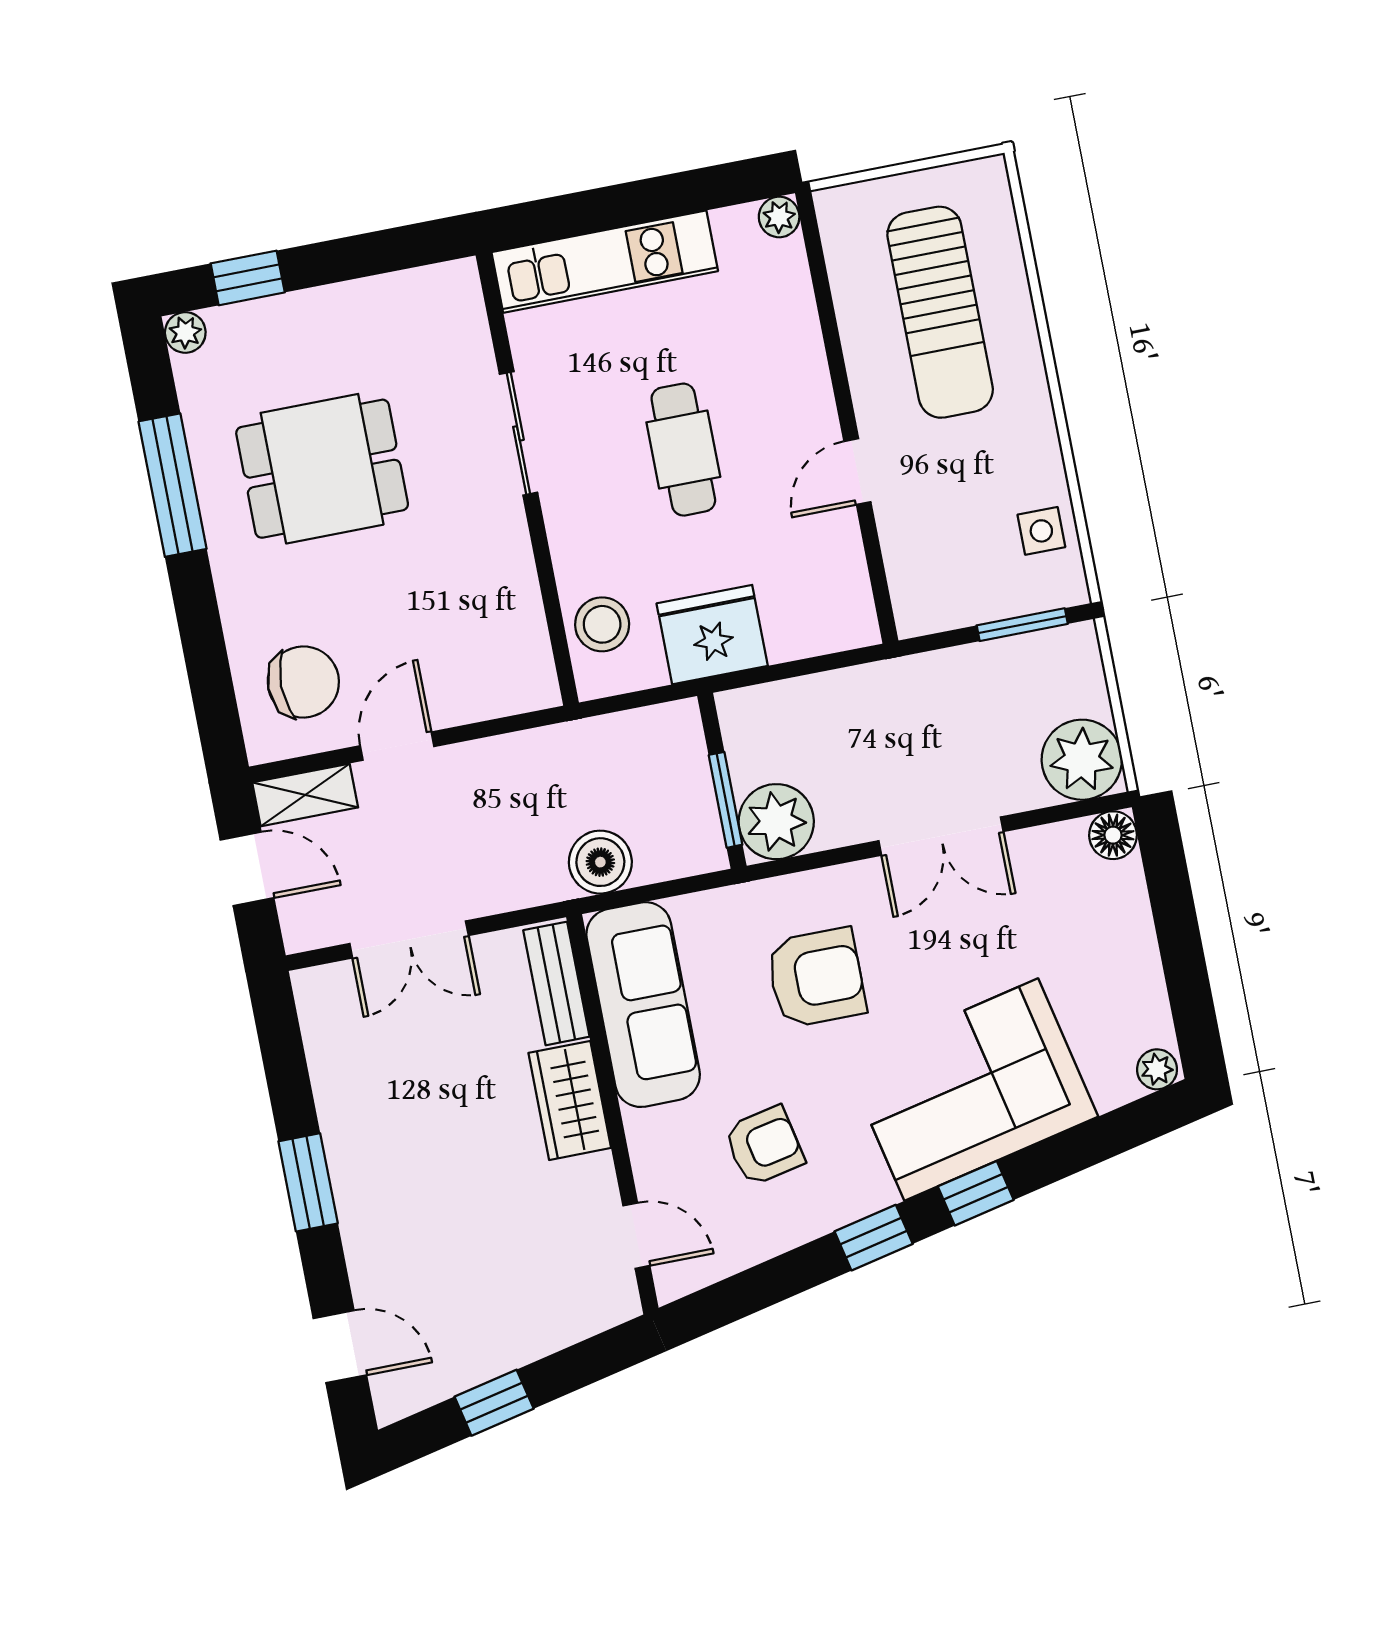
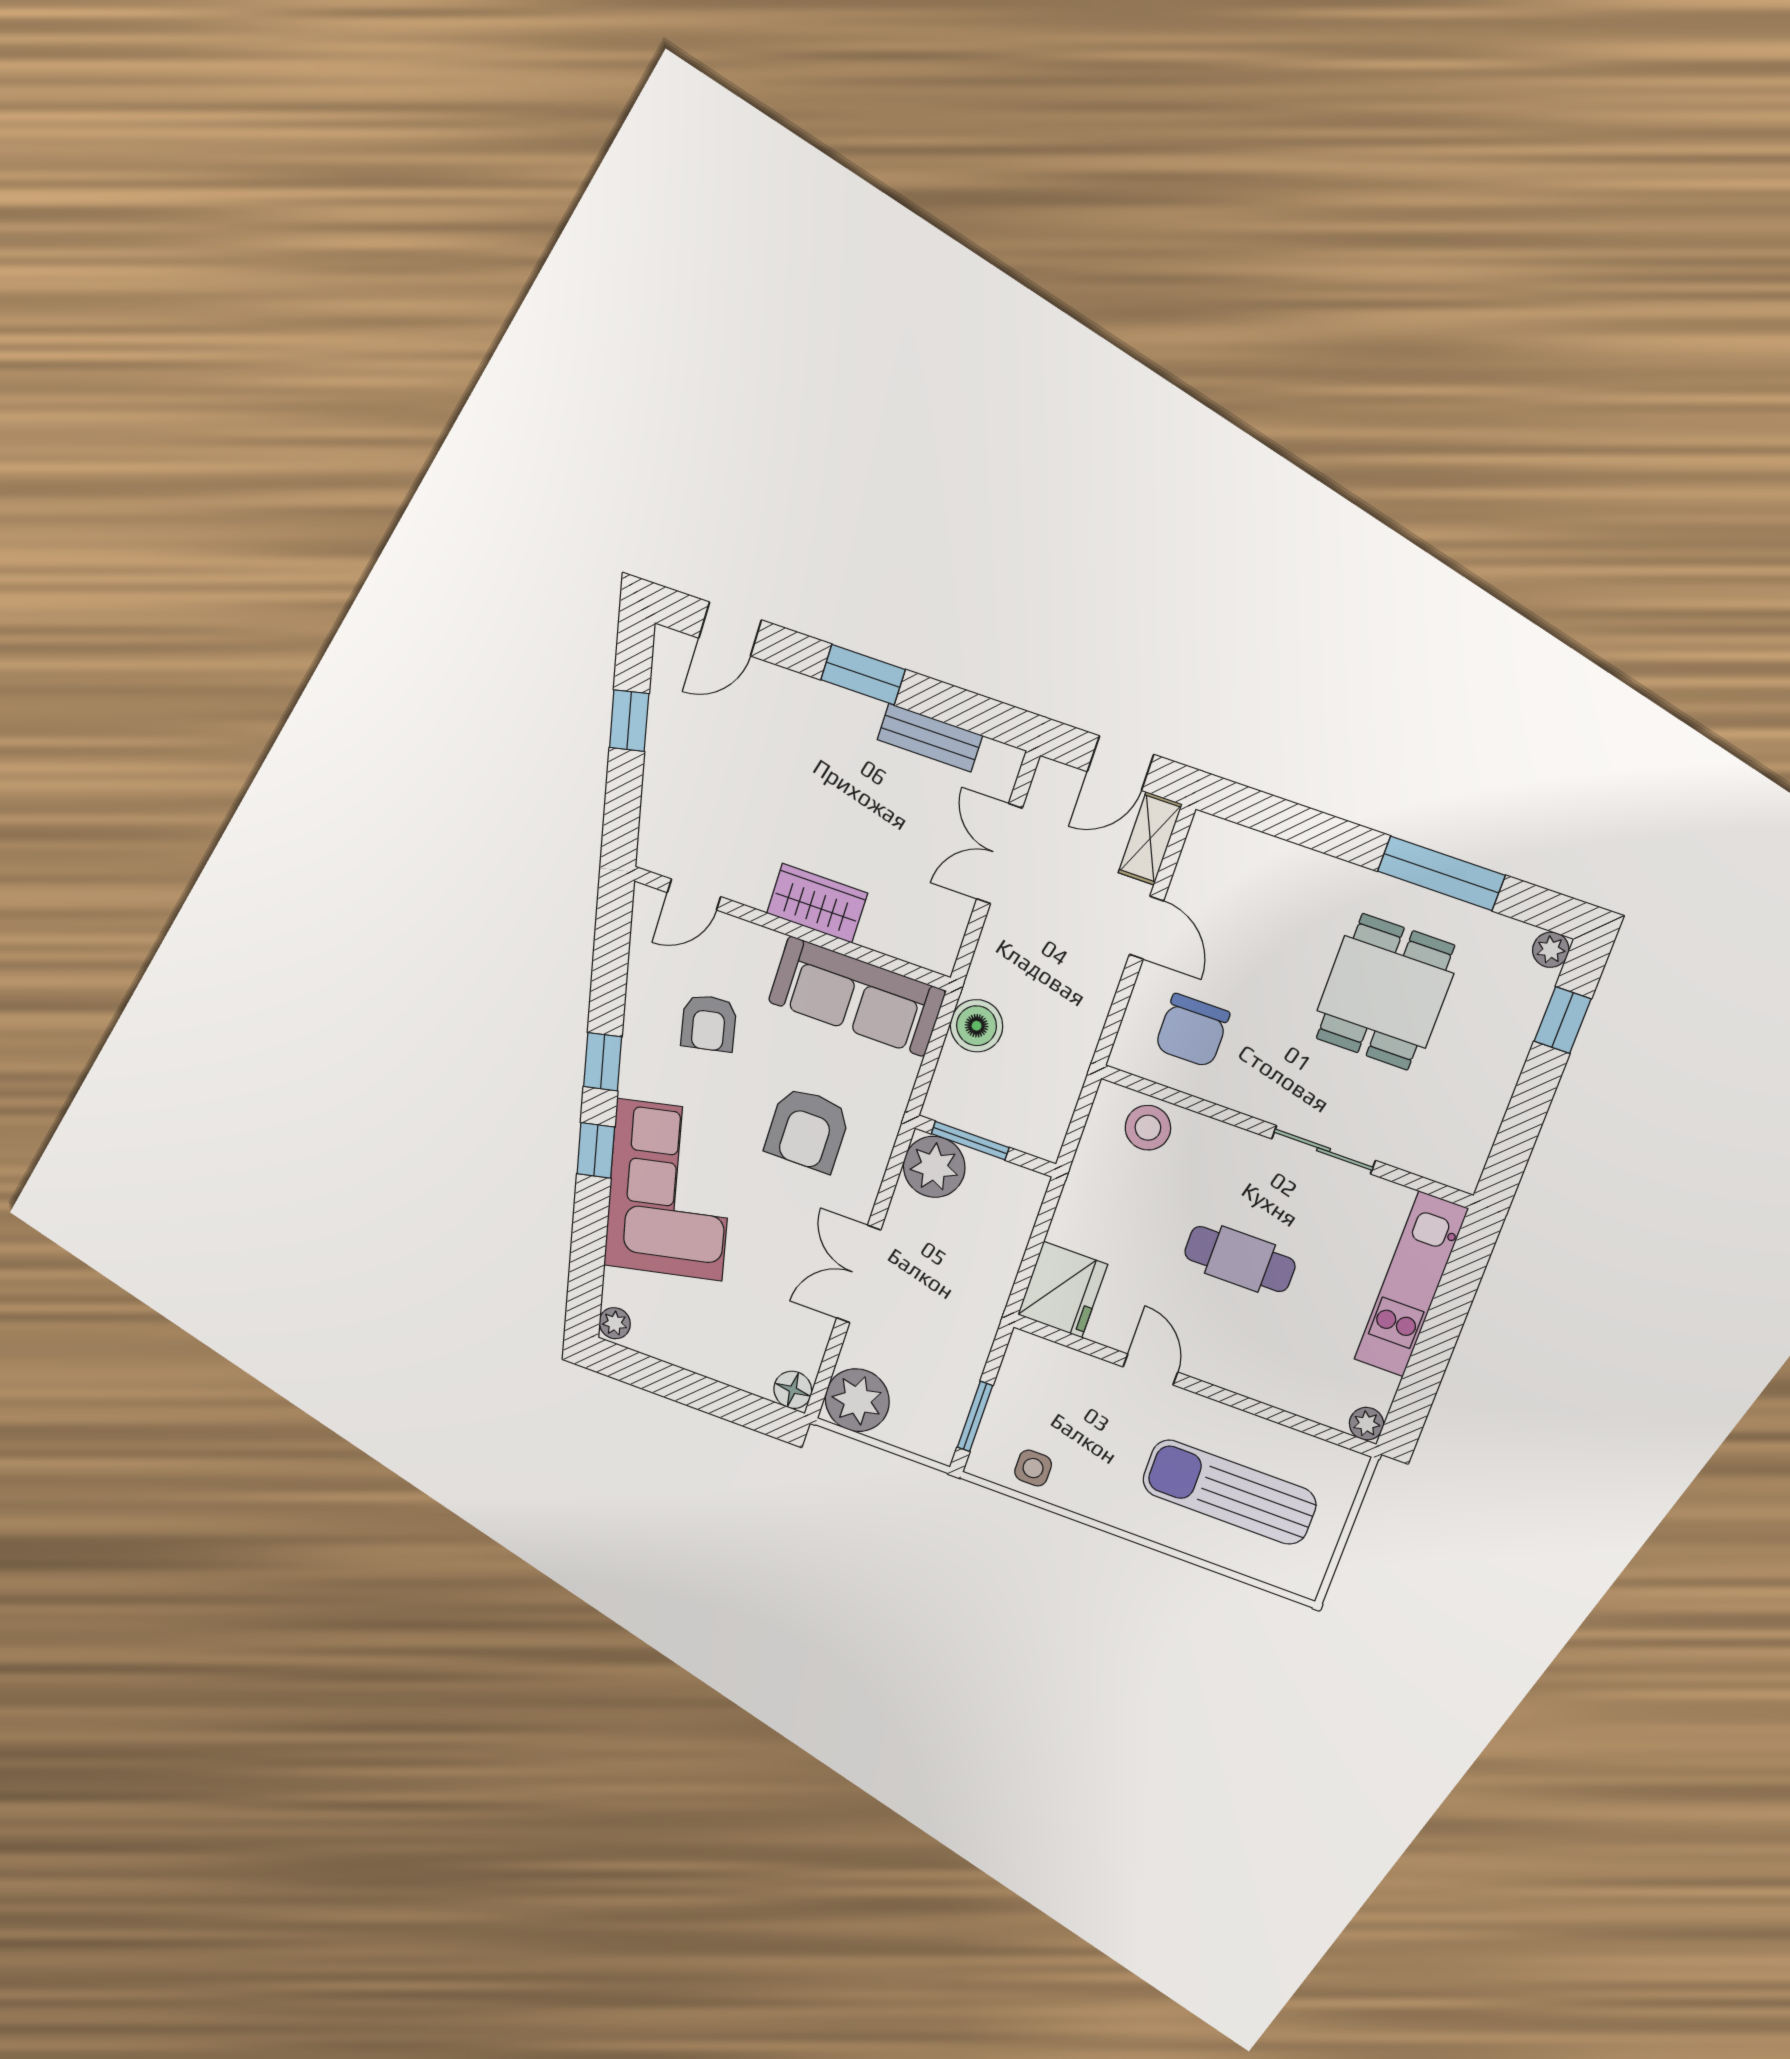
fridge: (712, 635) -> (1063, 1290), moved
chair: (303, 682) -> (1192, 1031), moved
bench: (556, 983) -> (930, 738), moved

